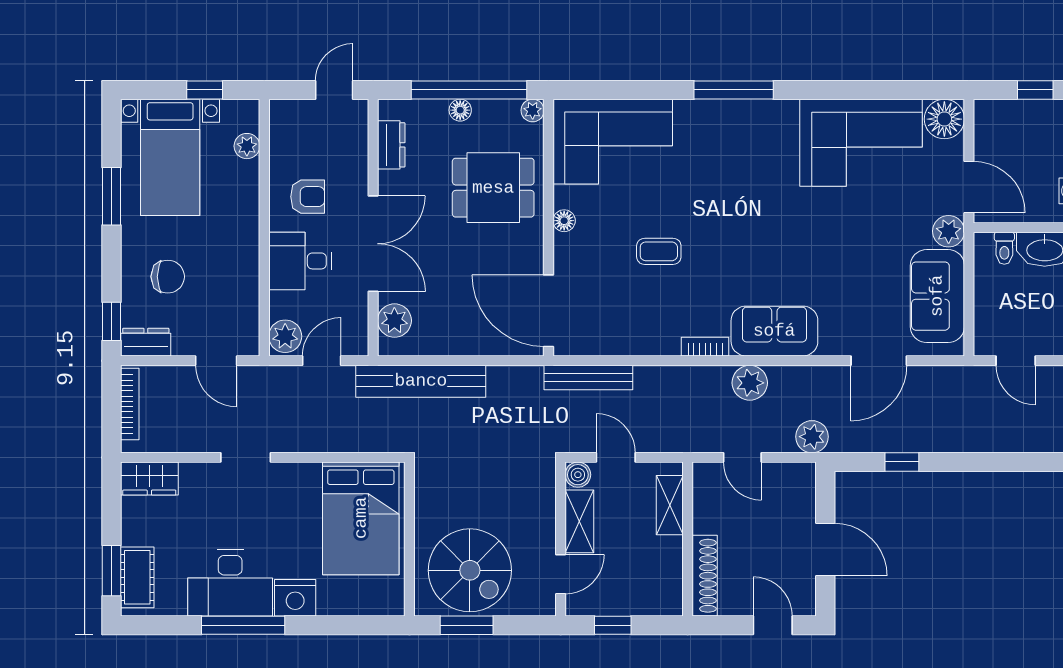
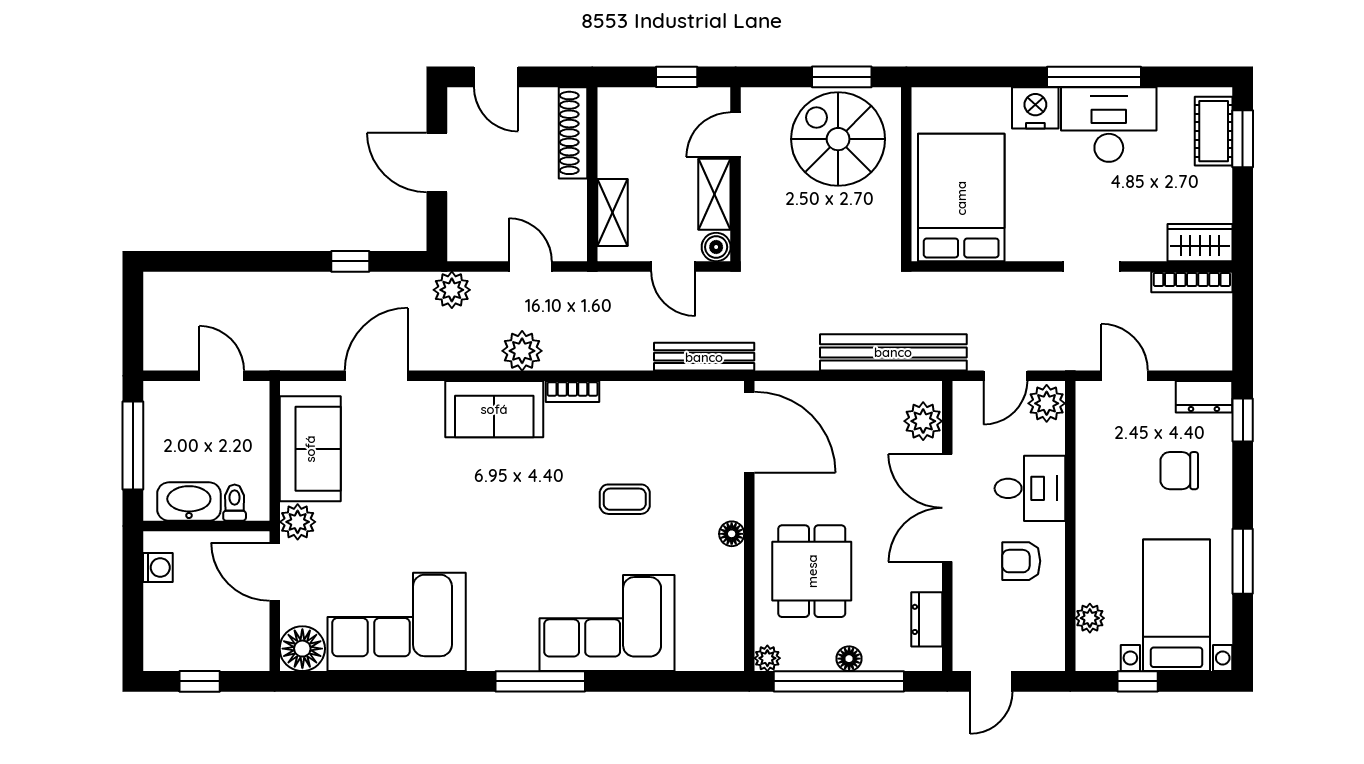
corner sofa: (613, 142) -> (607, 623), moved
dining table: (493, 188) -> (812, 571), turned 90
bookcase: (130, 404) -> (1192, 282), moved, turned -90

